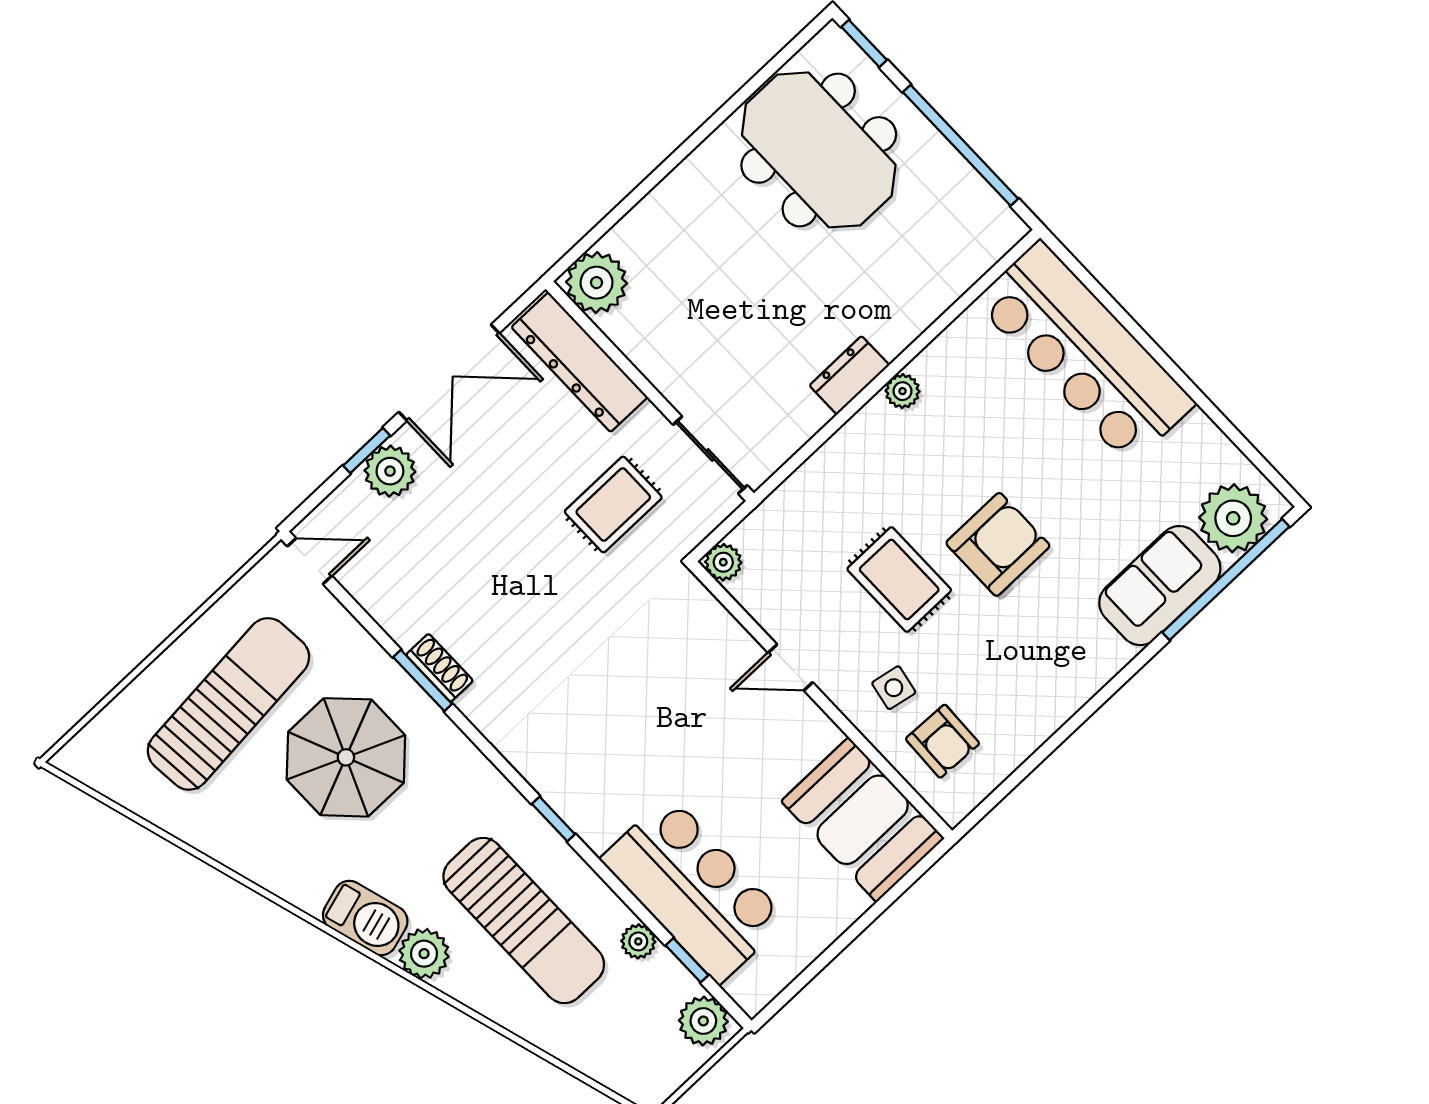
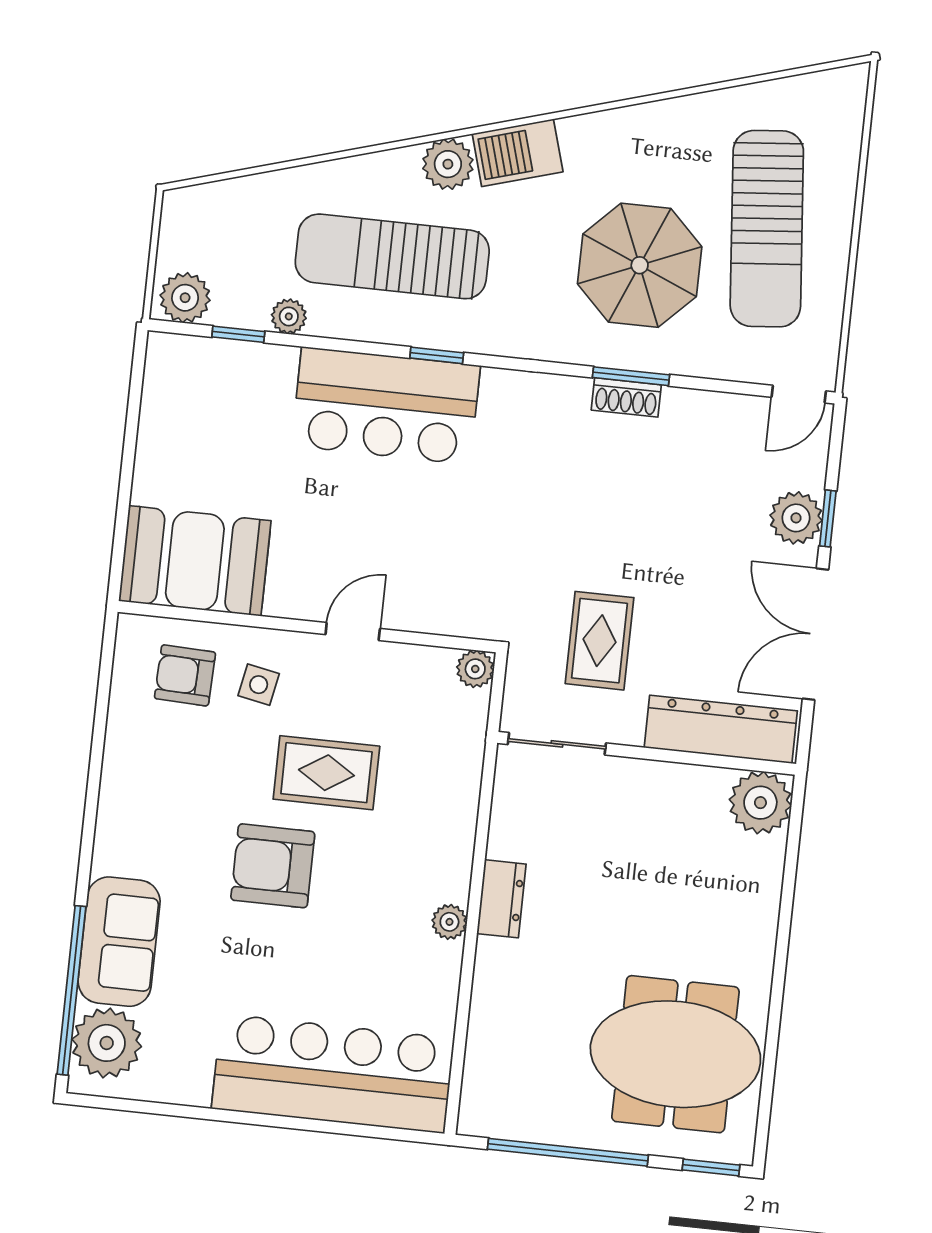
armchair: (998, 544) -> (273, 866), turned 90
bar counter: (694, 889) -> (386, 406), moved

